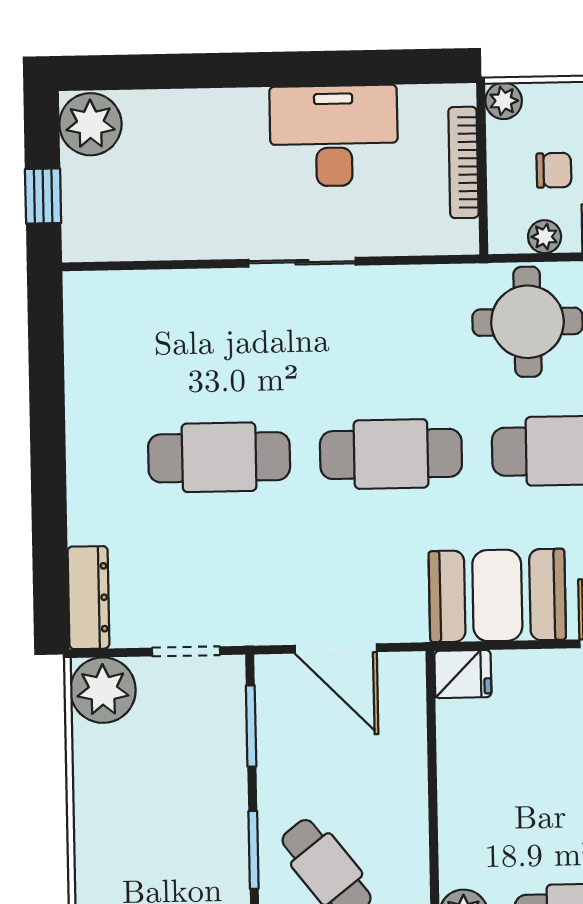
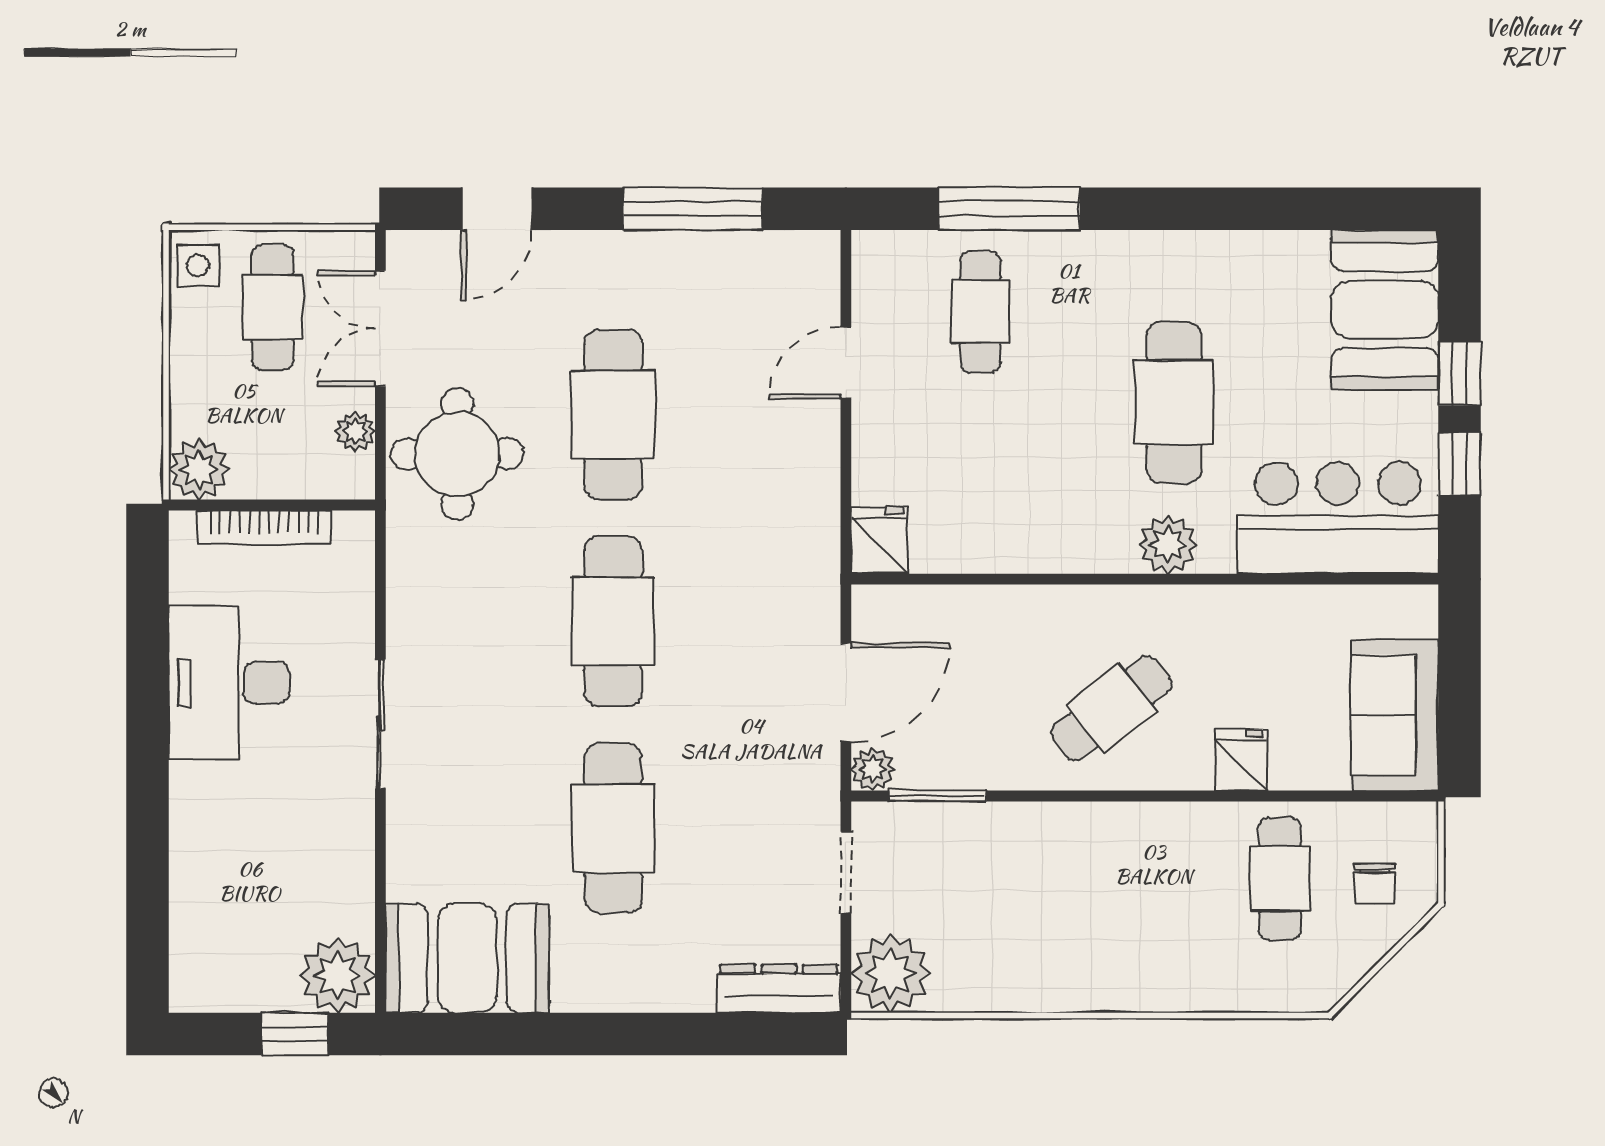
plant: (504, 101) -> (199, 469), width x1.38, depth x1.38
plant: (90, 124) -> (338, 975), moved
chair: (554, 170) -> (275, 419), removed
booth: (497, 595) -> (467, 958), moved, turned 90
plant: (272, 672) -> (873, 769), added
window: (253, 850) -> (1086, 796), removed

